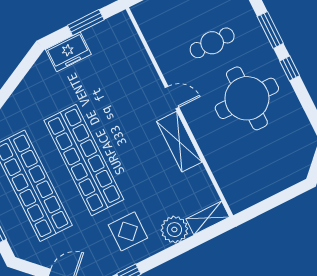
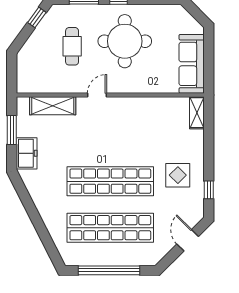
shelving: (179, 142) -> (53, 106), moved
sofa: (259, 185) -> (192, 64), added
plant: (174, 230) -> (193, 141), removed

